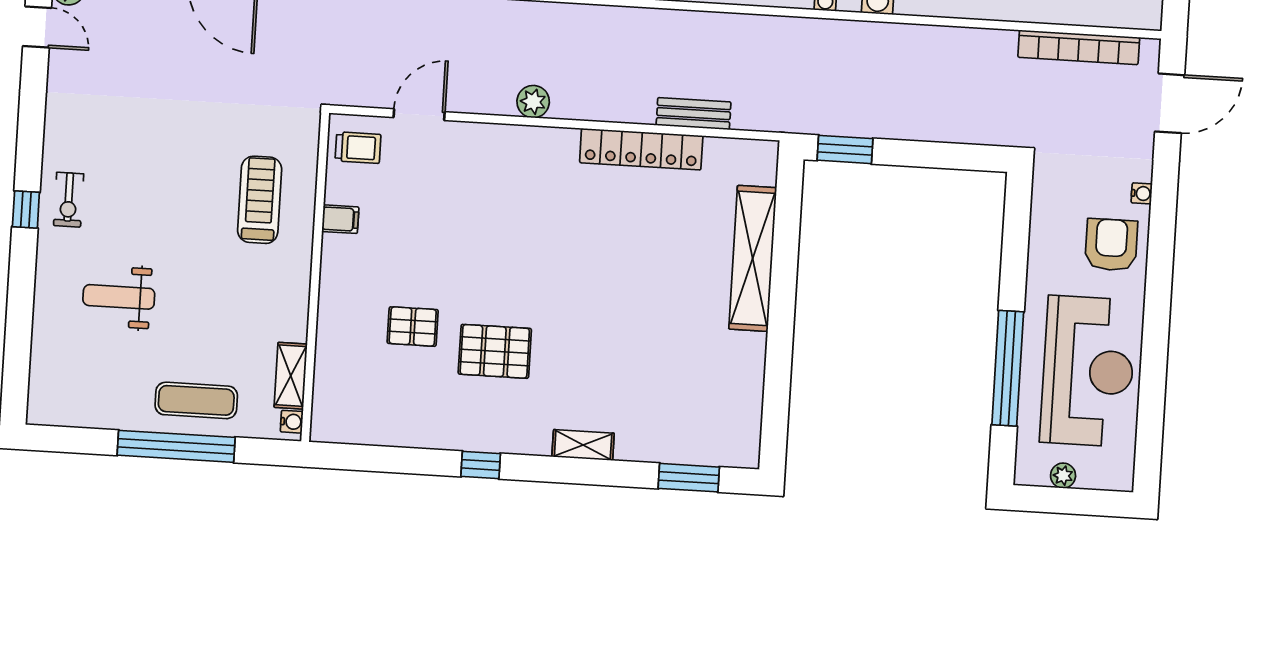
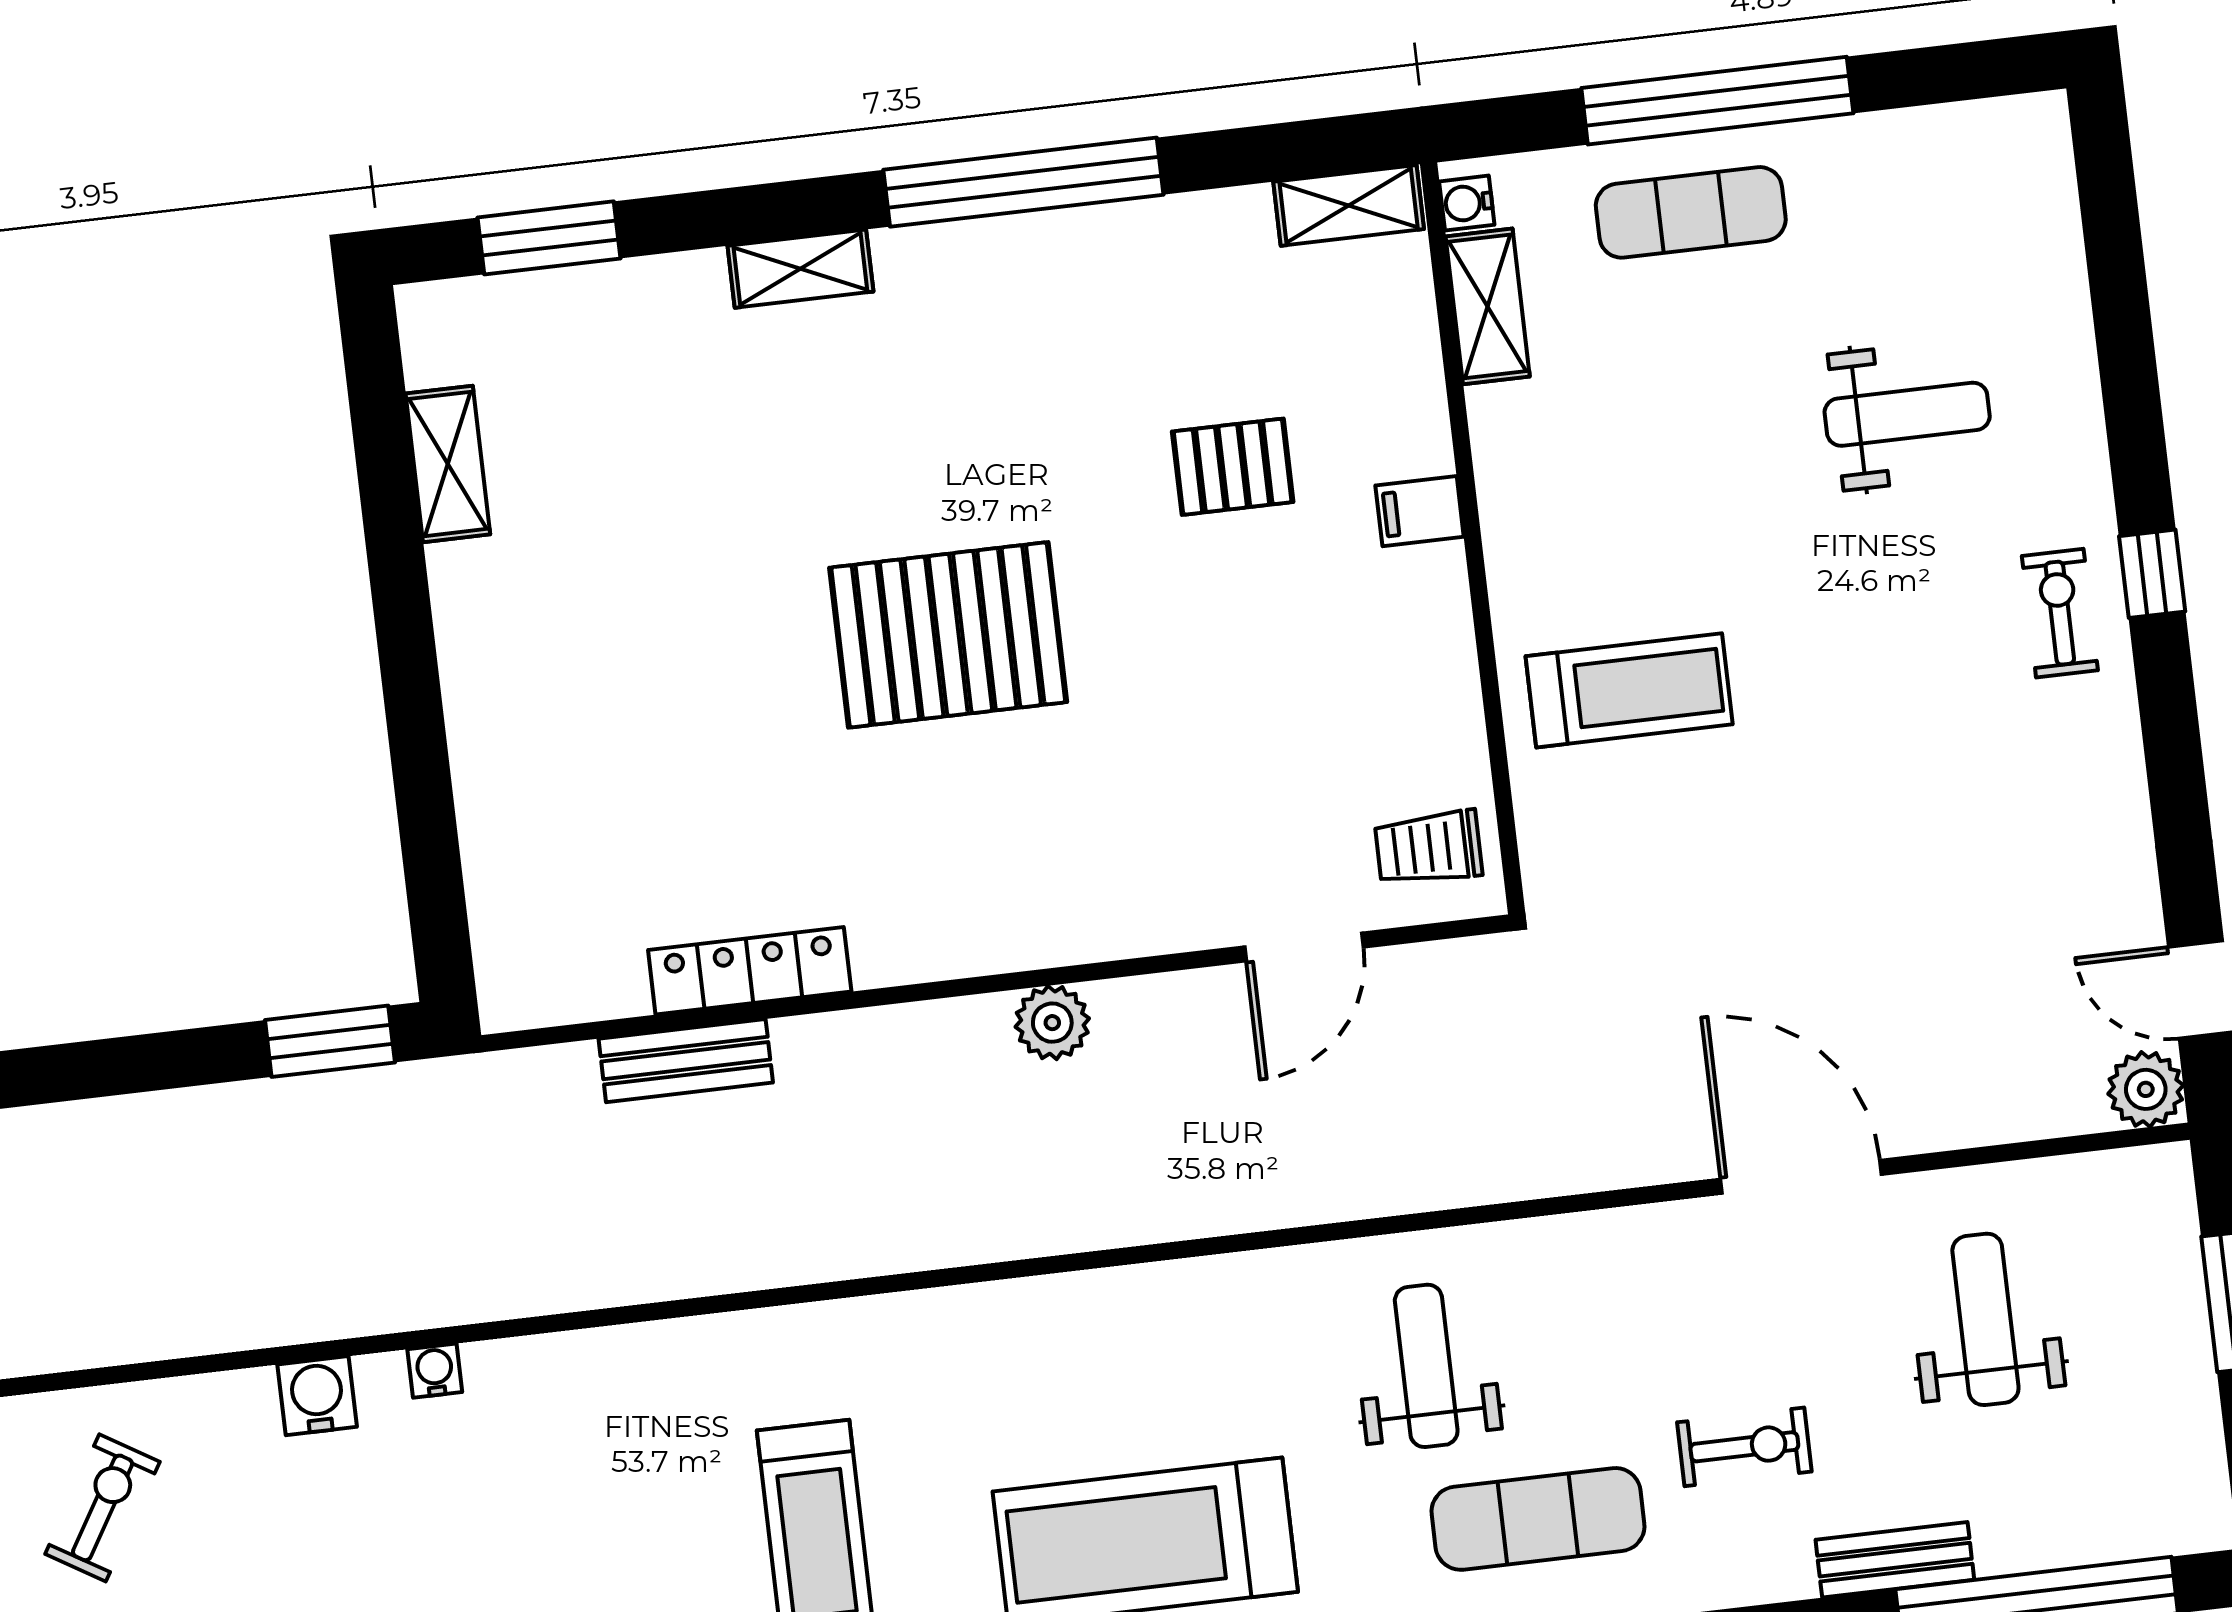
locker: (641, 149) -> (750, 971), width x0.71, depth x0.83
treadmill: (260, 200) -> (1629, 690), turned -90
filing cabinet: (340, 219) -> (1420, 511), moved
shelving: (753, 258) -> (448, 464), moved, width x0.45, depth x0.75
pallet: (495, 351) -> (948, 635), moved, width x1.37, depth x1.41
shelving: (343, 430) -> (1349, 205), added
window: (481, 465) -> (1023, 182), width x3.17

